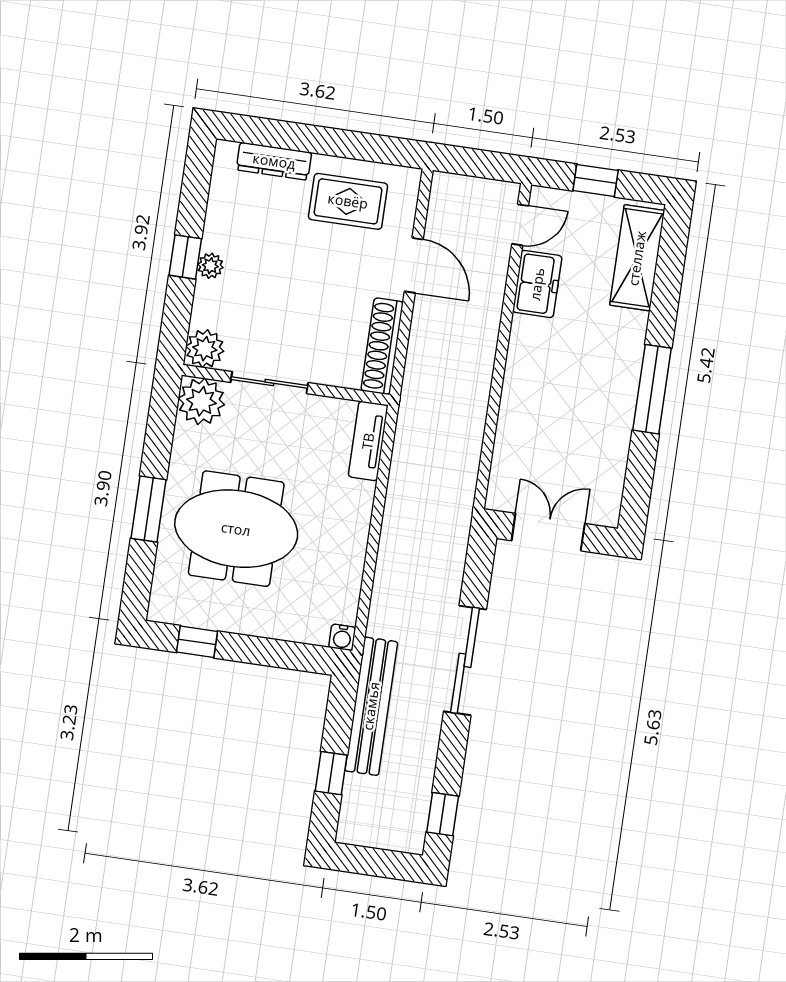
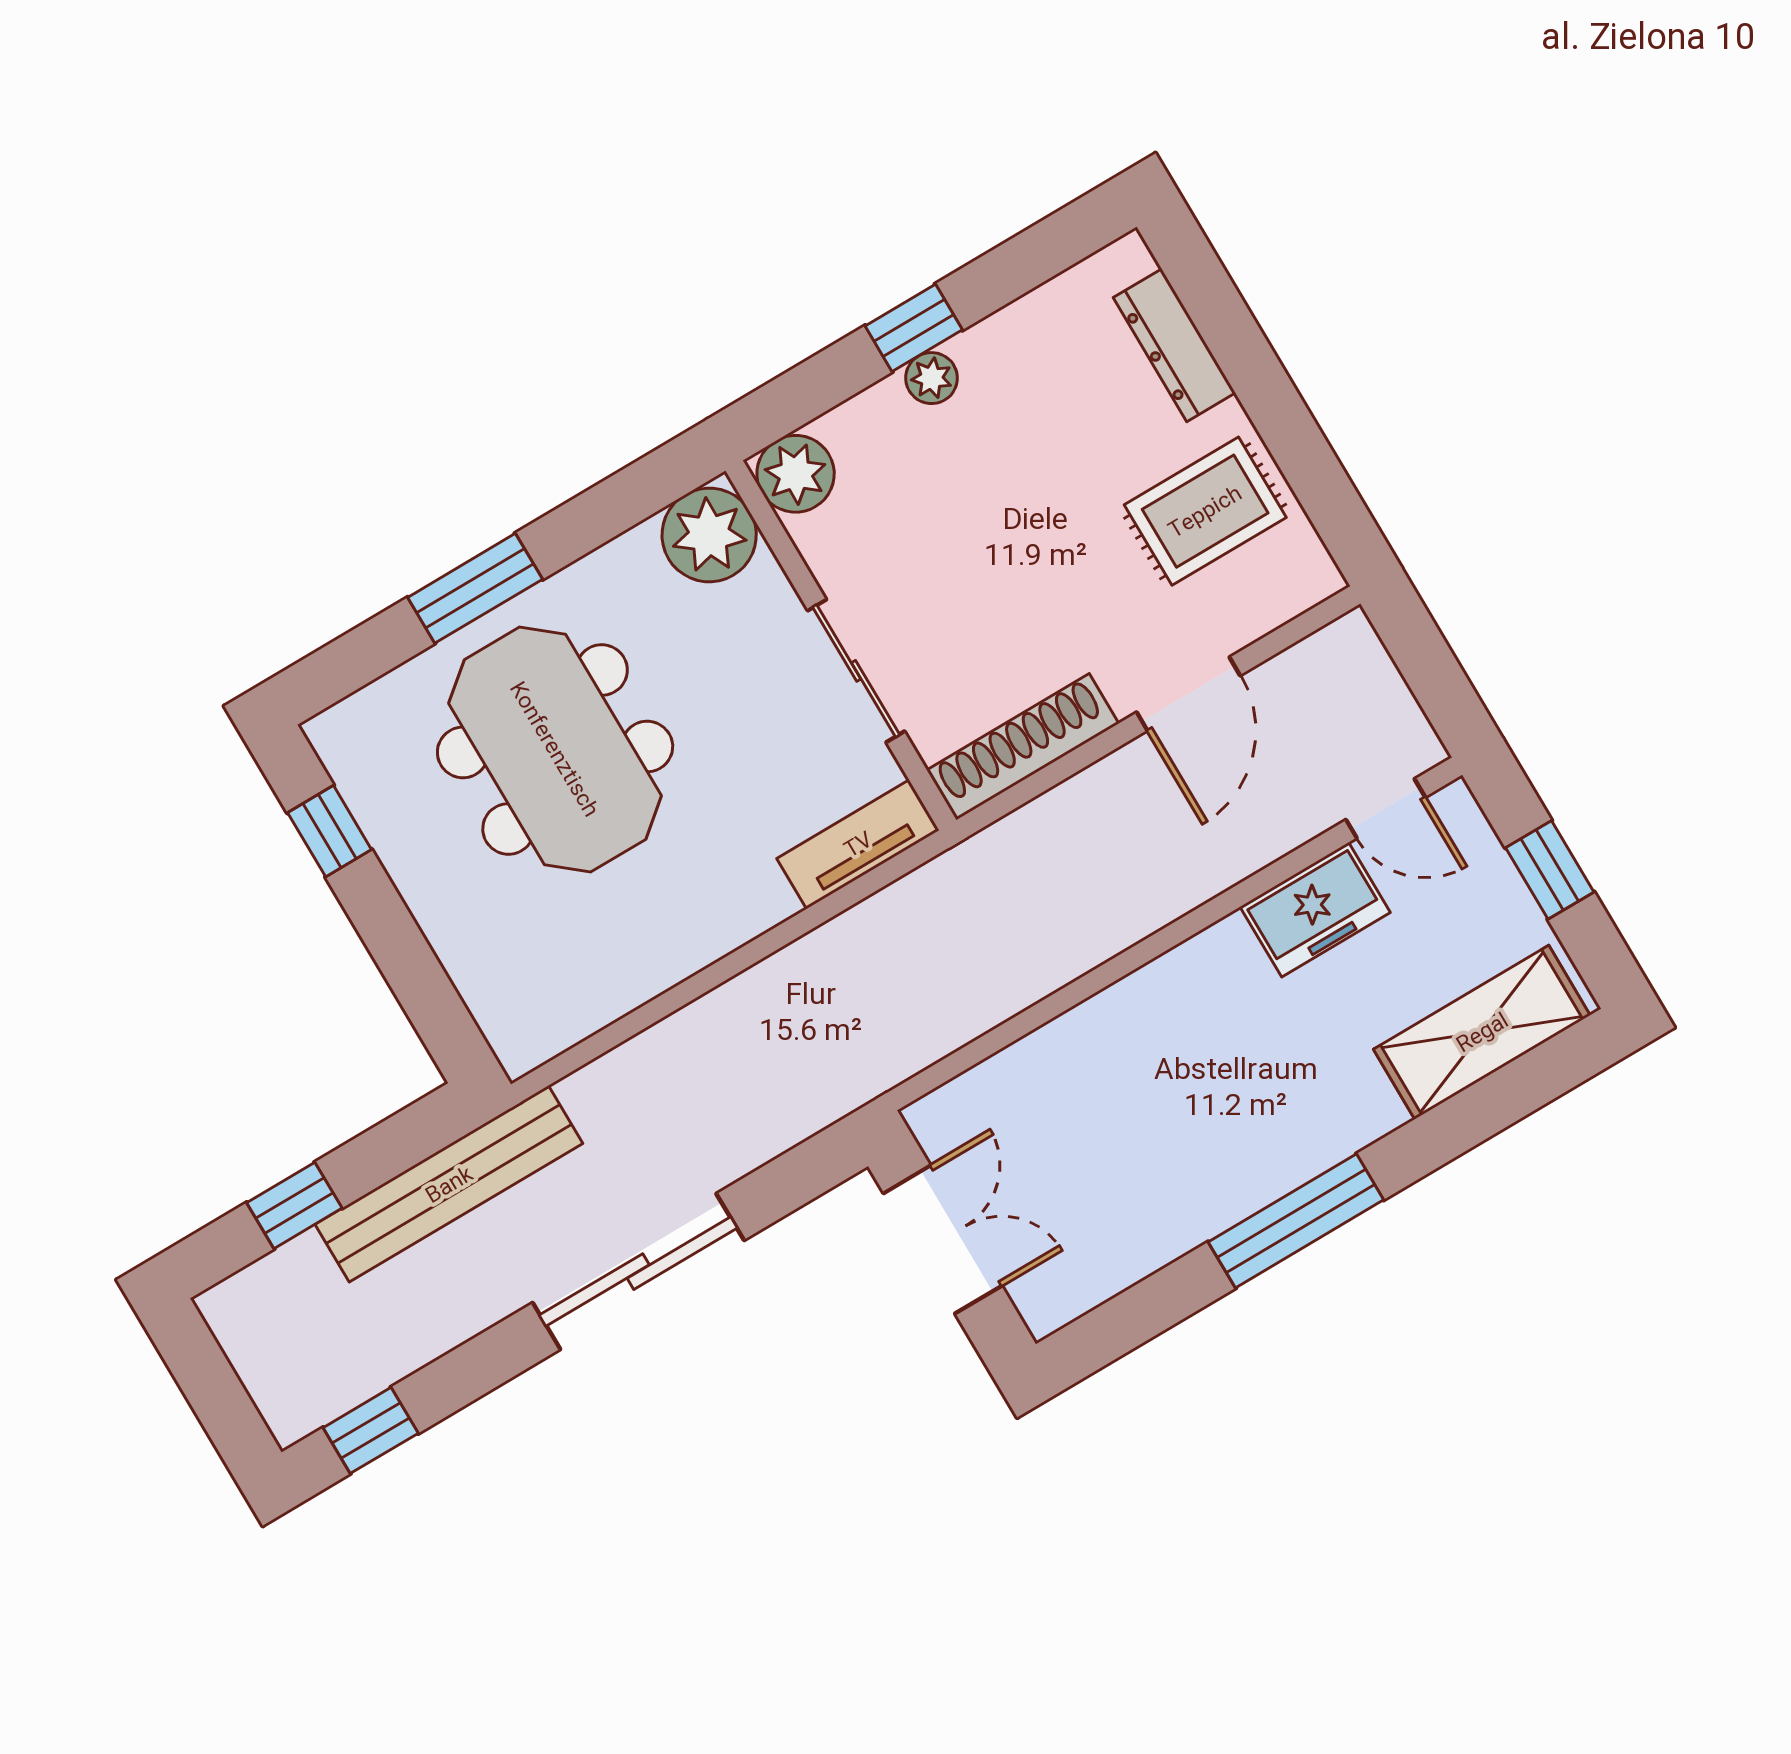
rug: (348, 201) -> (1205, 511), turned 90
sliding door: (269, 383) -> (856, 671), moved
water cooler: (342, 637) -> (519, 1051), removed

